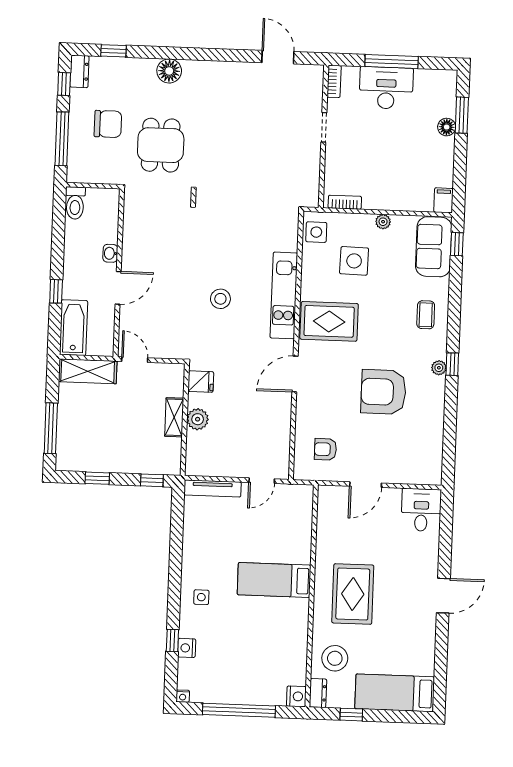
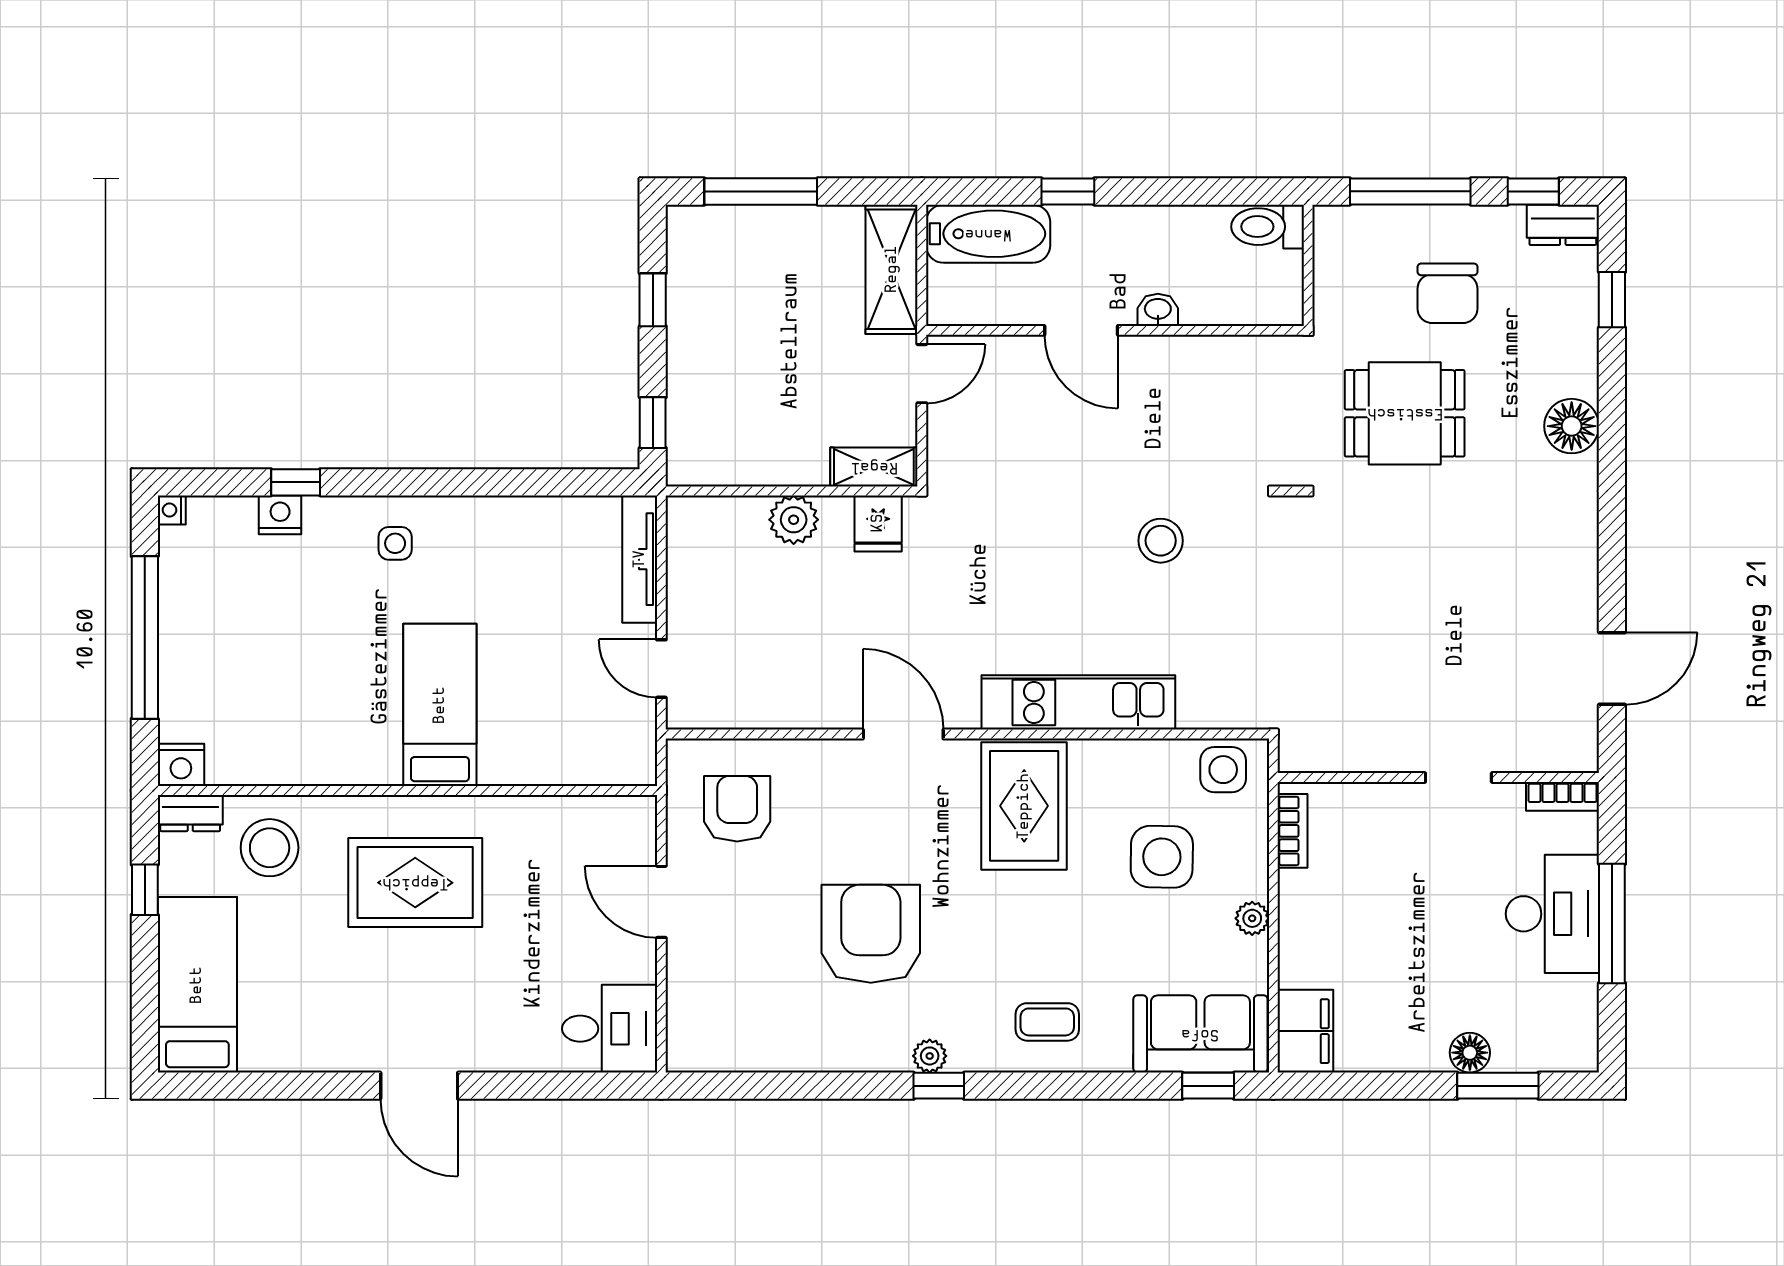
filing cabinet: (443, 200) -> (1305, 1031), width x2.00
stool: (220, 299) -> (1161, 541), moved
shelving: (174, 417) -> (874, 467), moved
armchair: (325, 449) -> (737, 809), width x1.38, depth x1.38

